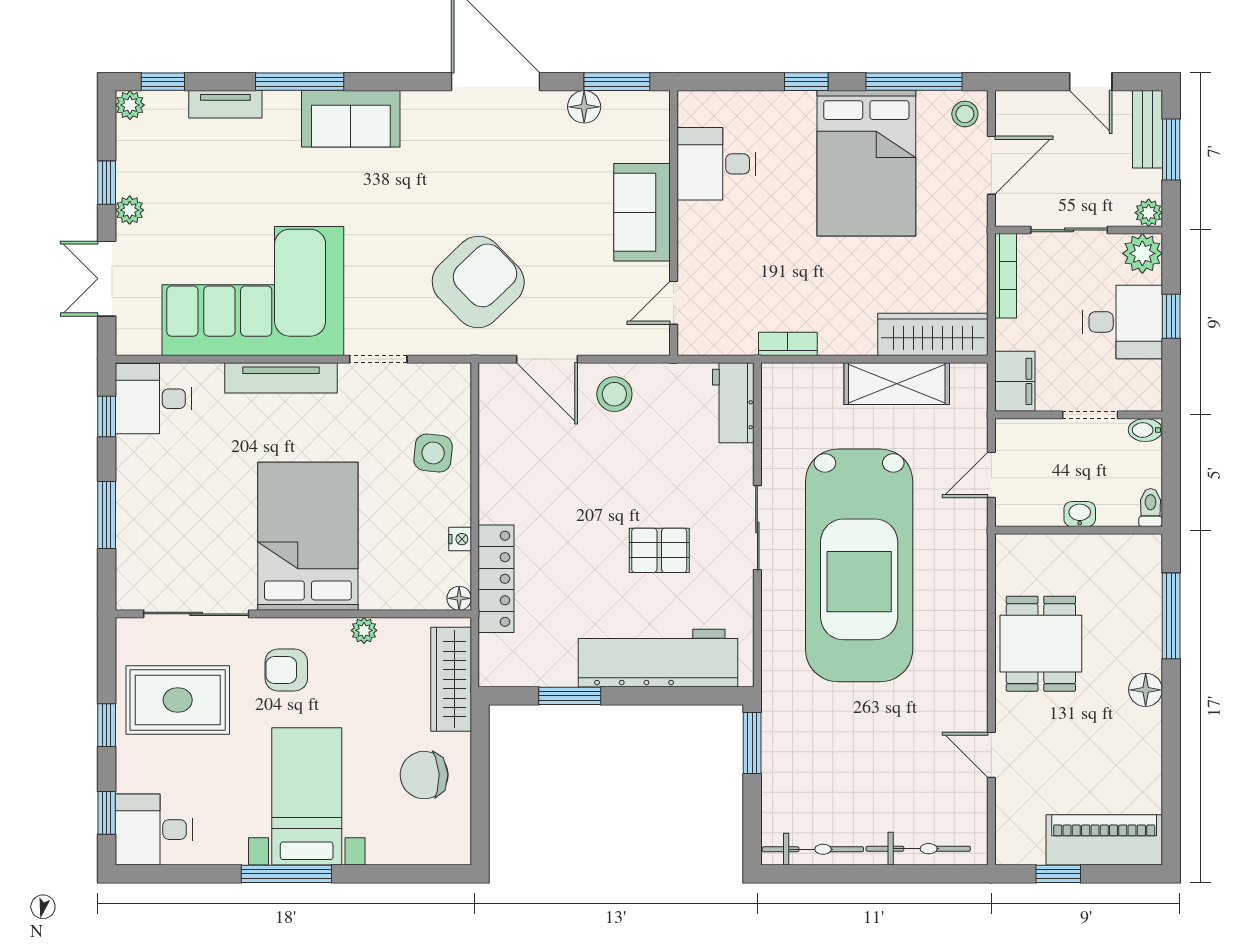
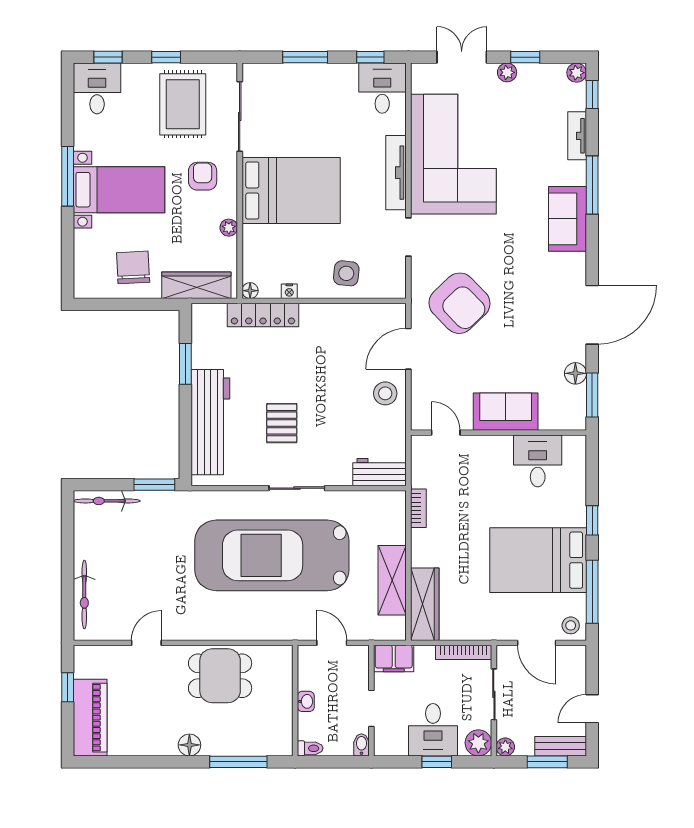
bicycle: (813, 849) -> (107, 501), moved, turned 90

